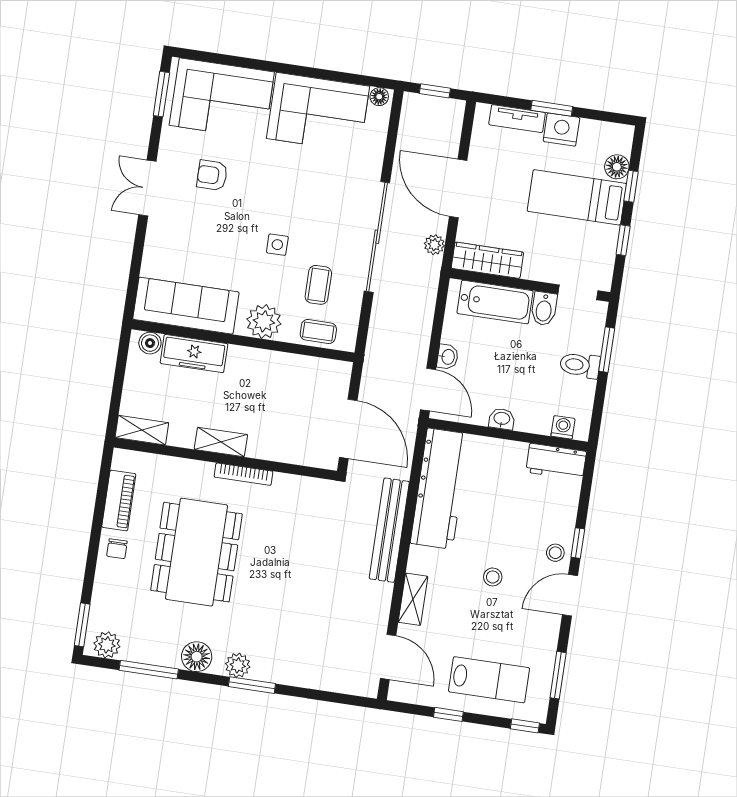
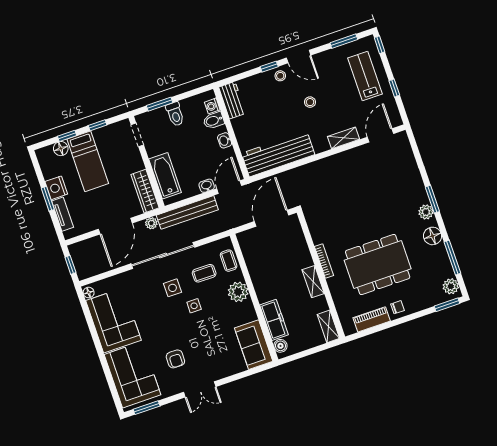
side table: (321, 226) -> (173, 288), added
sofa: (186, 306) -> (254, 345), width x0.73
bidet: (544, 309) -> (214, 120), moved, turned 180
bench: (389, 530) -> (187, 212), moved

